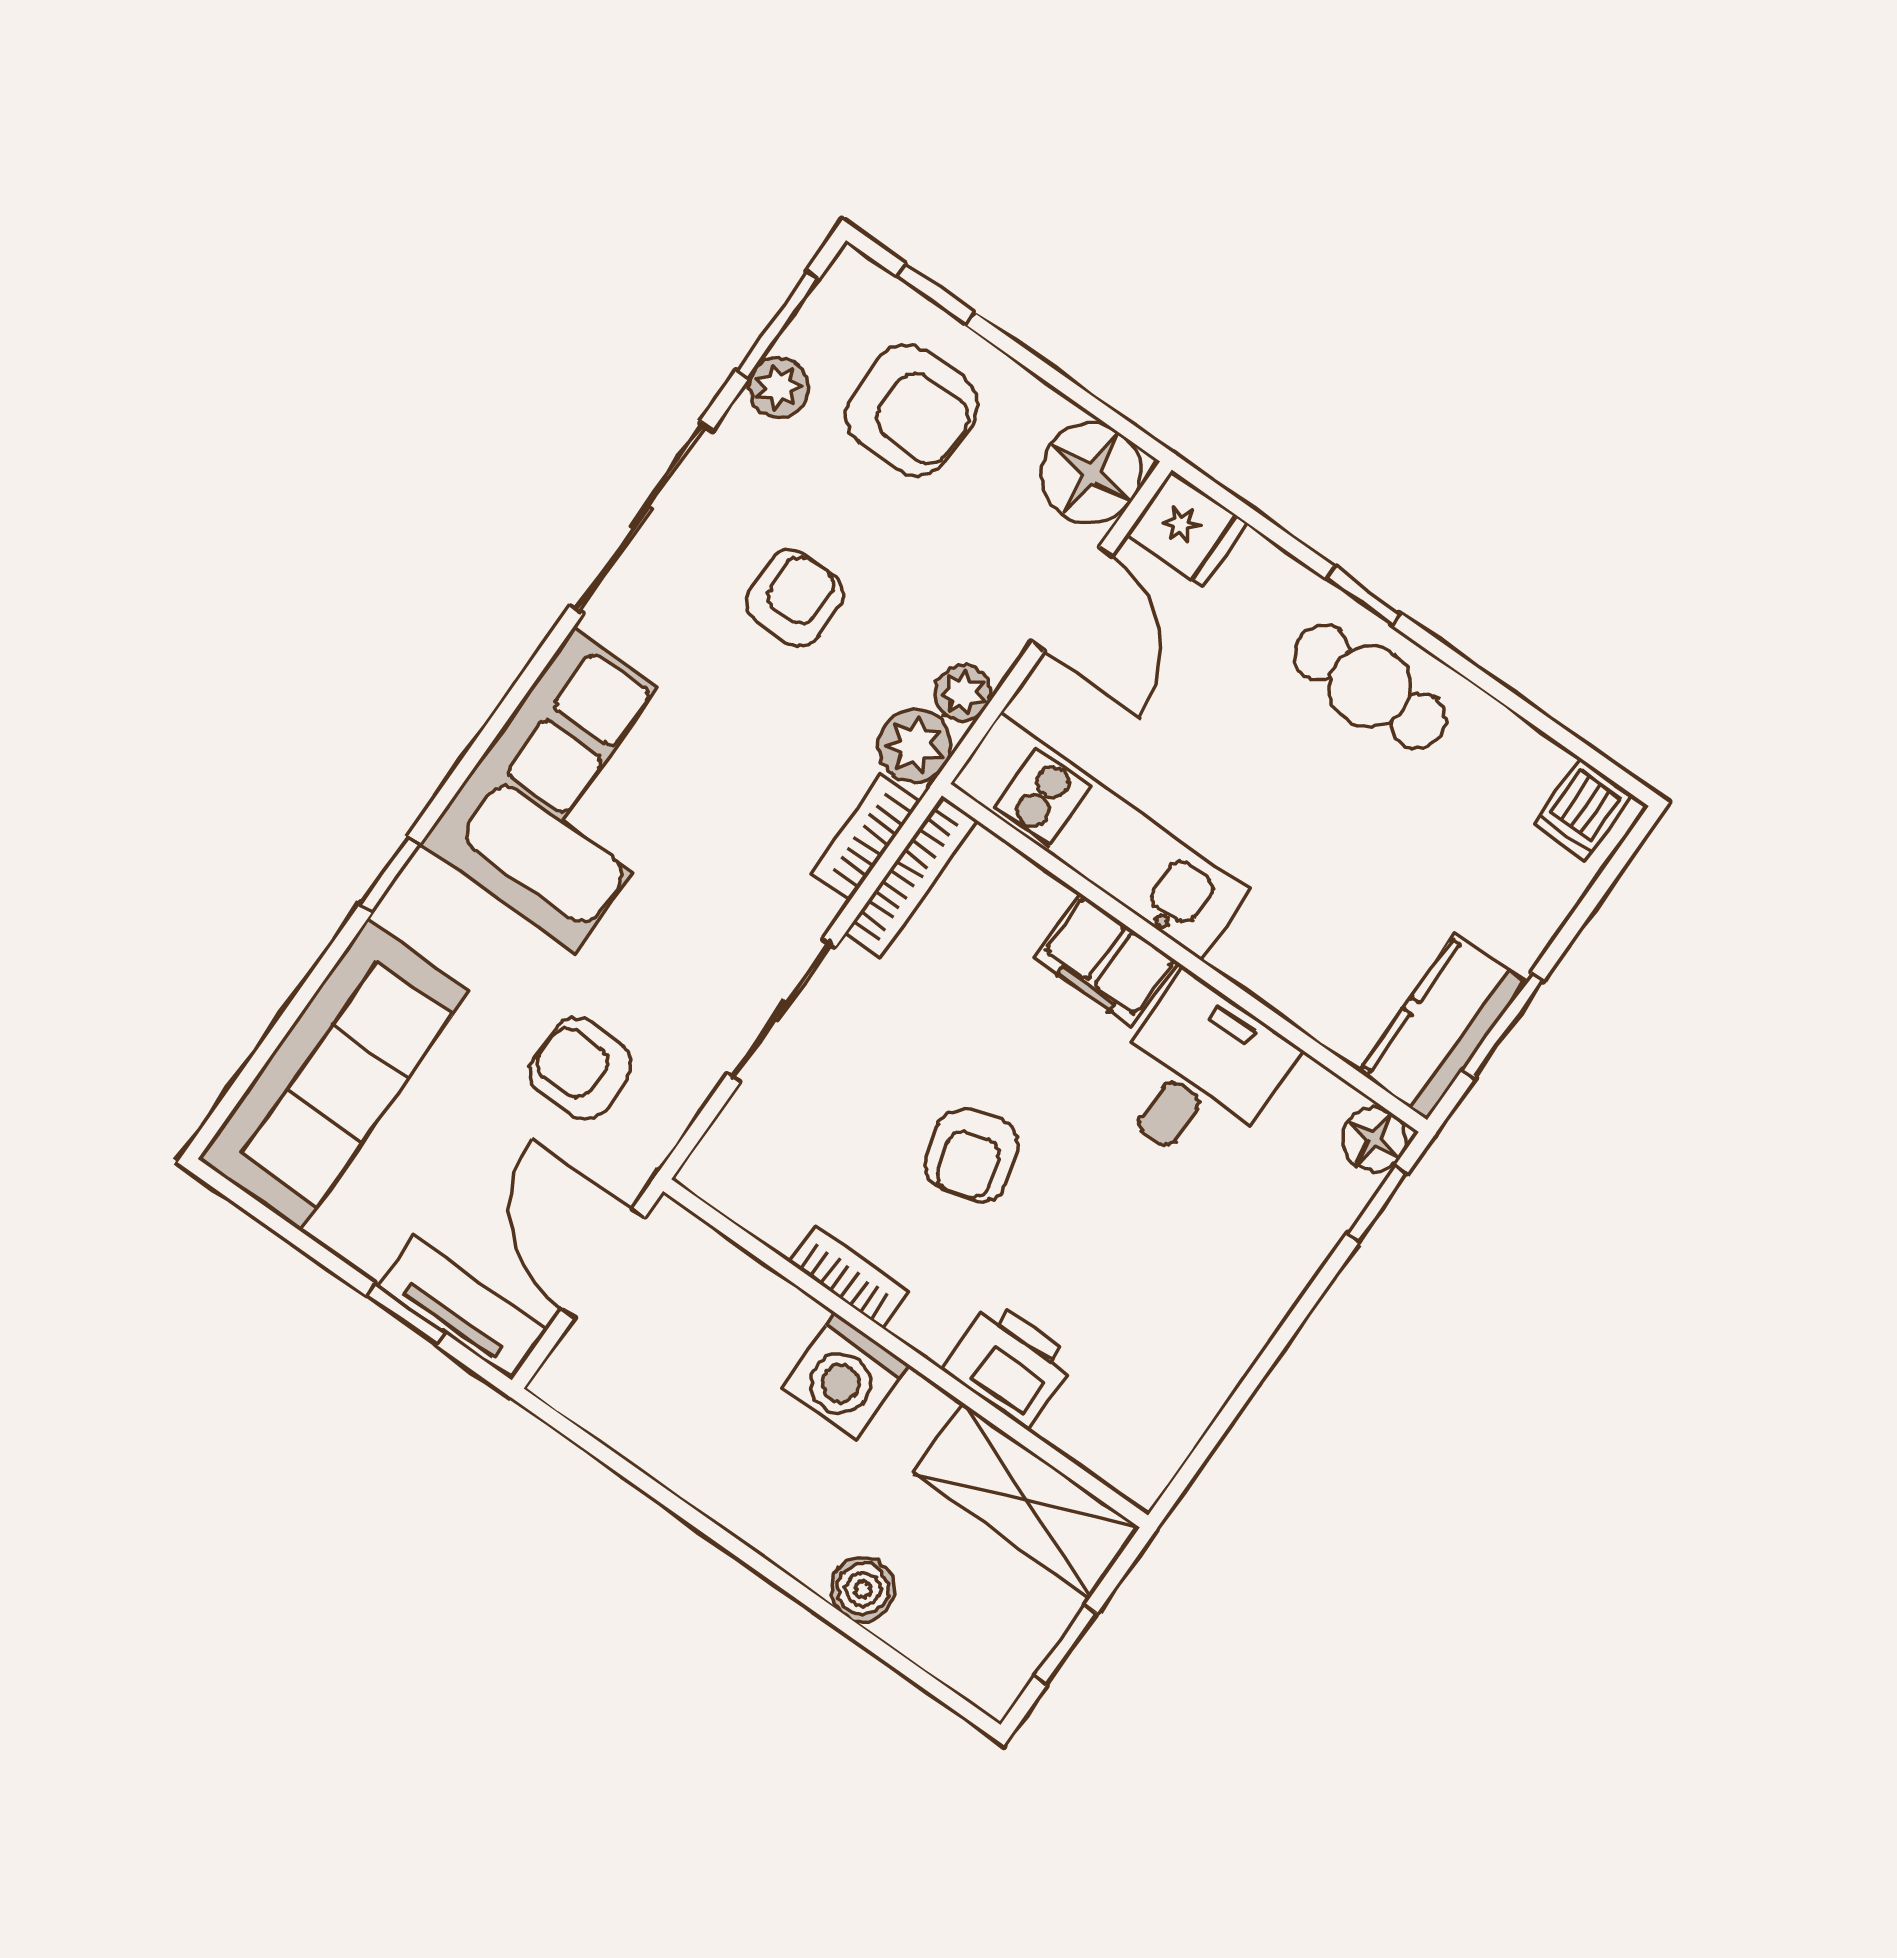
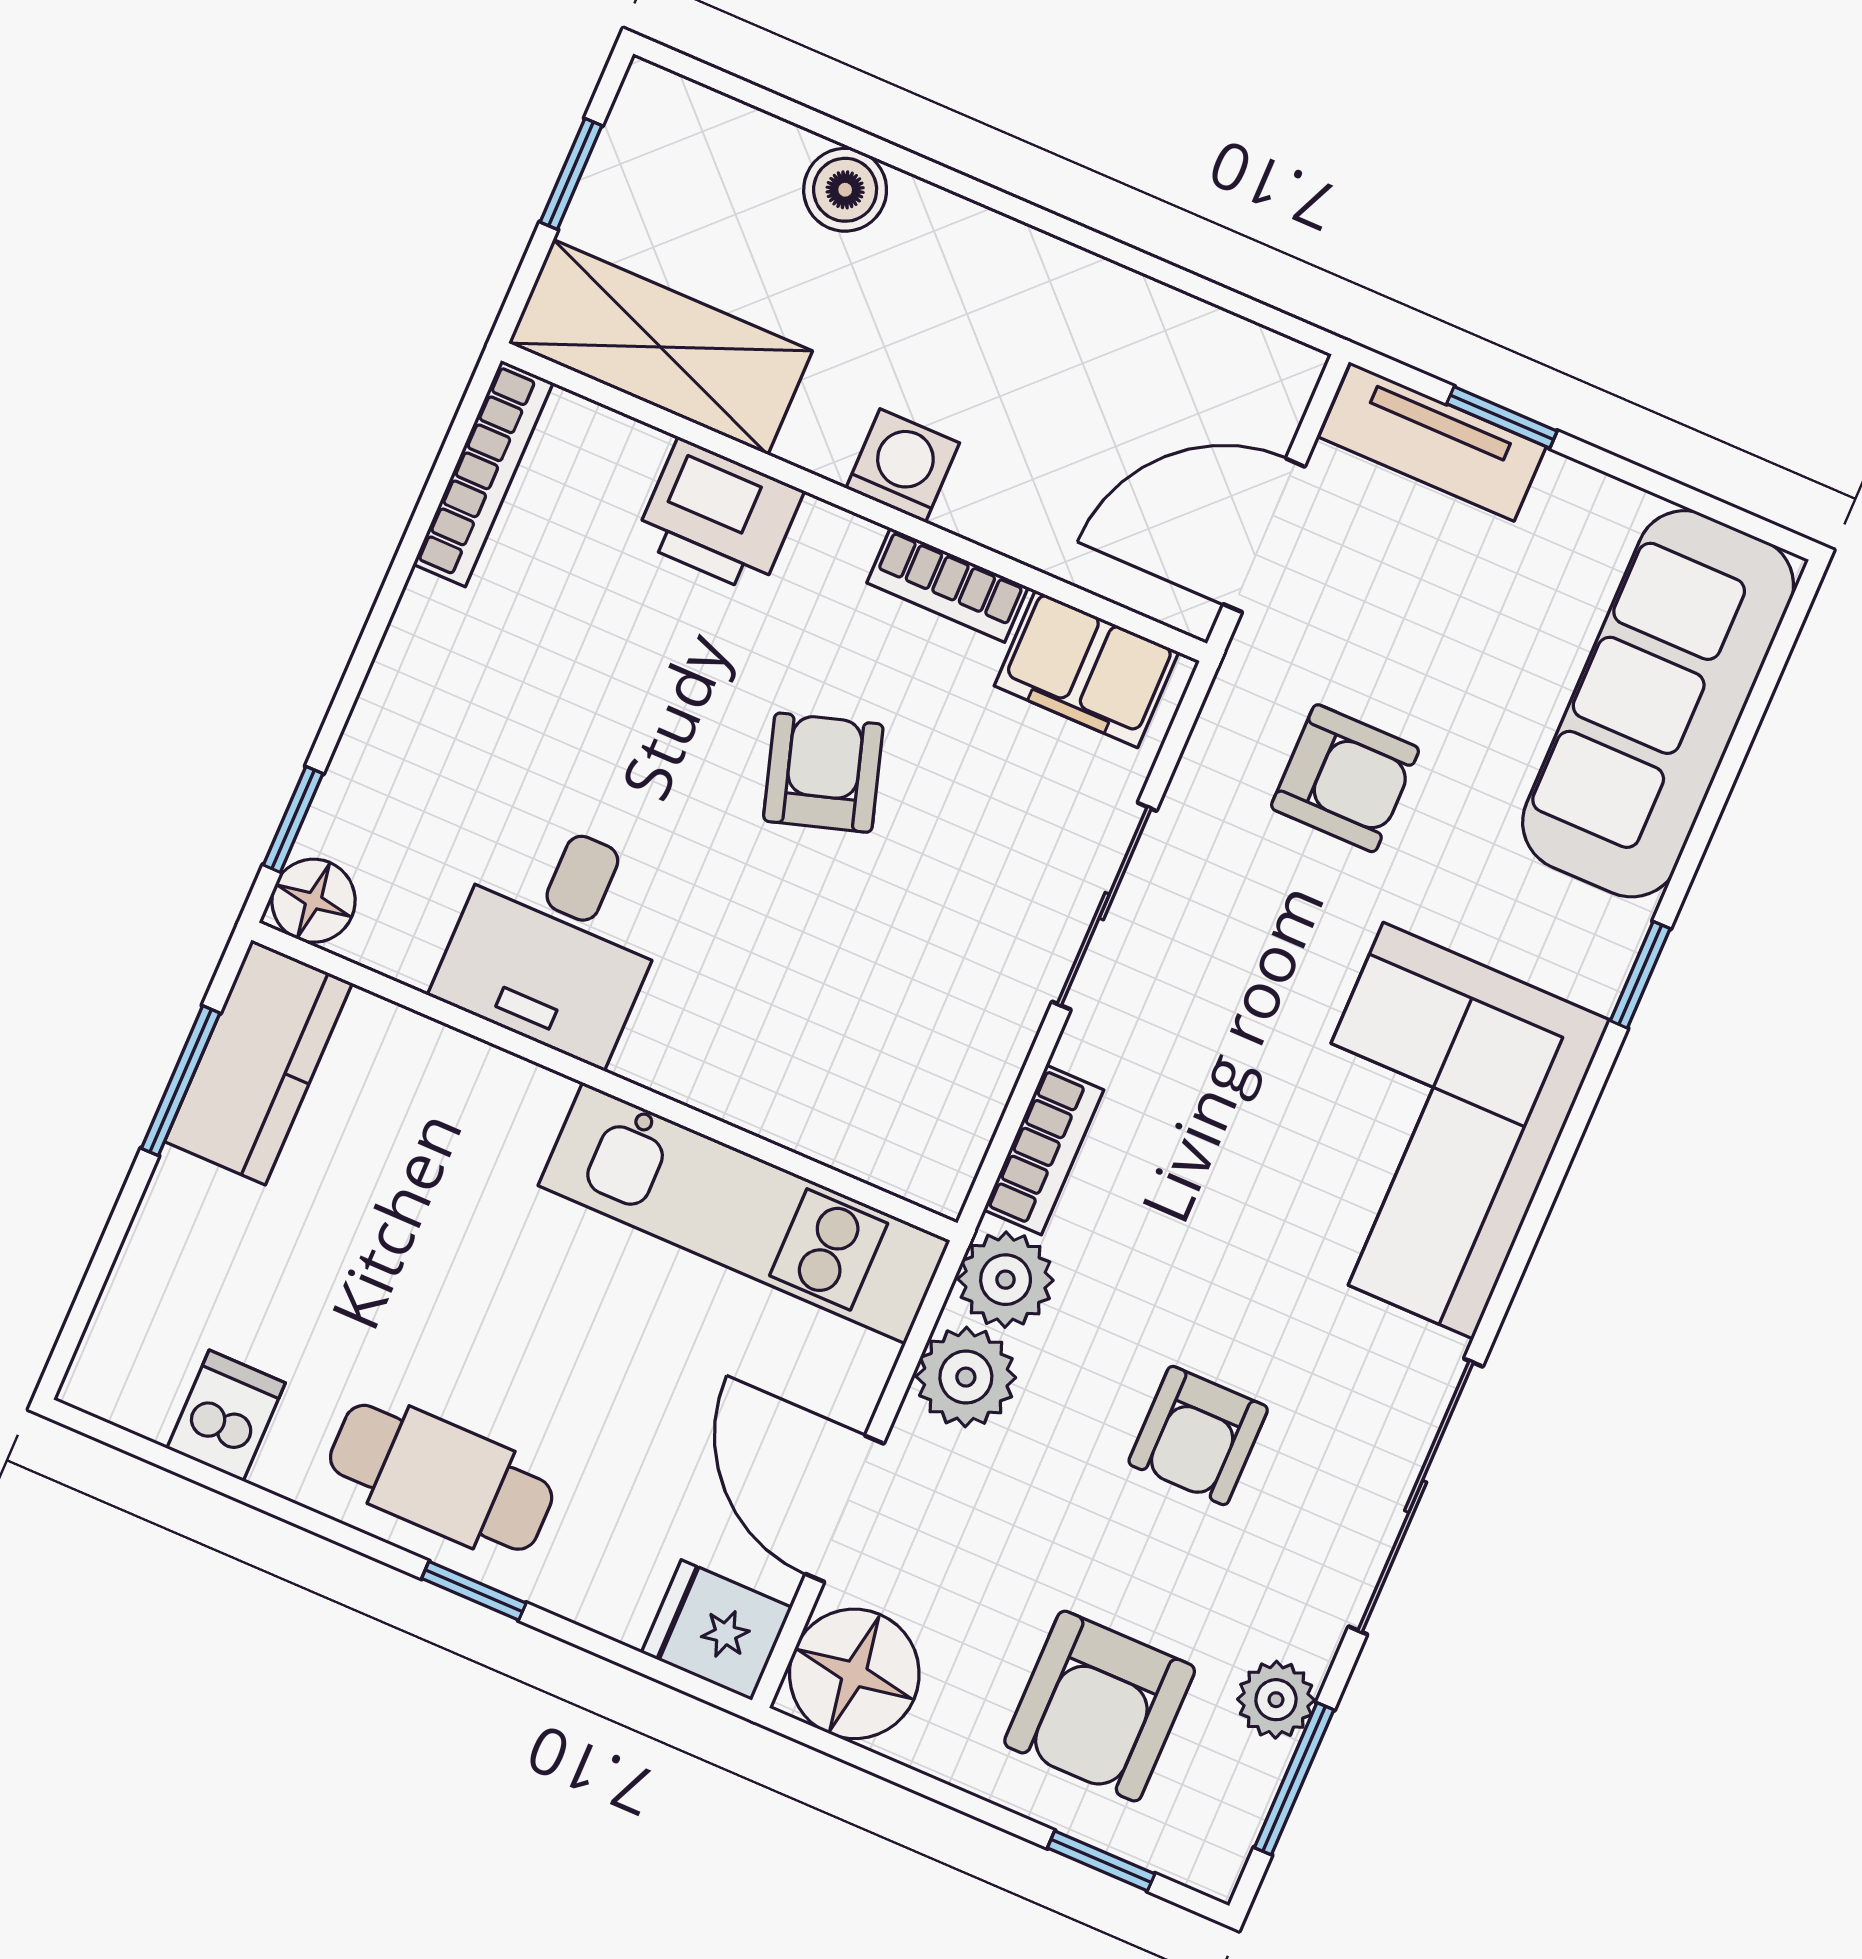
armchair: (912, 410) -> (1100, 1706), turned -90
plant: (963, 693) -> (966, 1377), width x1.38, depth x1.38
dishwasher: (1582, 810) -> (226, 1416), moved
bookcase: (911, 878) -> (483, 474), moved, turned 180
filing cabinet: (1106, 960) -> (1086, 669), moved, turned 180
door: (603, 1263) -> (1264, 535), swing flipped
washing machine: (846, 1376) -> (903, 466), width x0.73, depth x0.73

